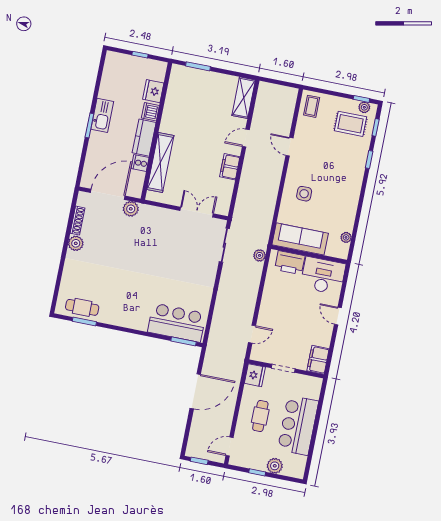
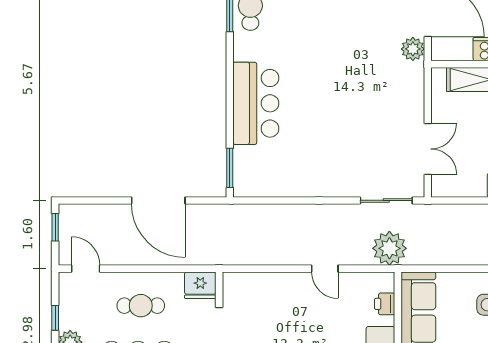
plant: (260, 255) -> (389, 248), width x1.88, depth x1.88
printer: (290, 263) -> (385, 304), width x0.53, depth x0.68
bar counter: (177, 323) -> (256, 103), moved
door: (252, 334) -> (325, 269), moved

